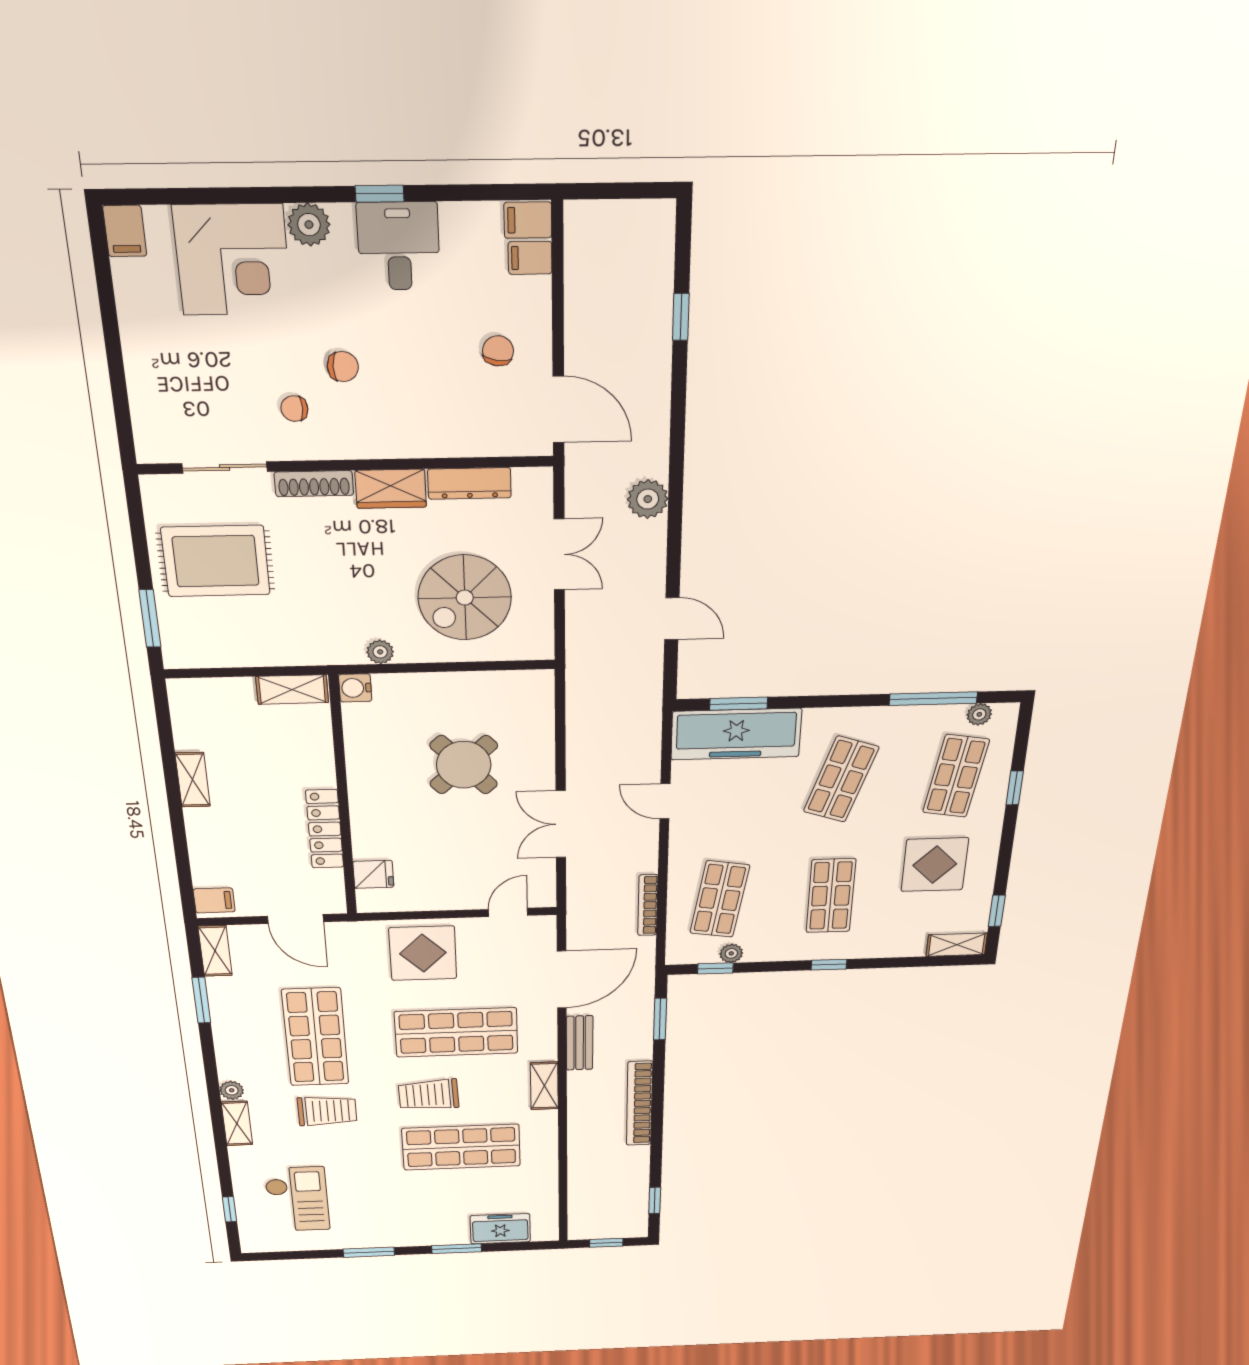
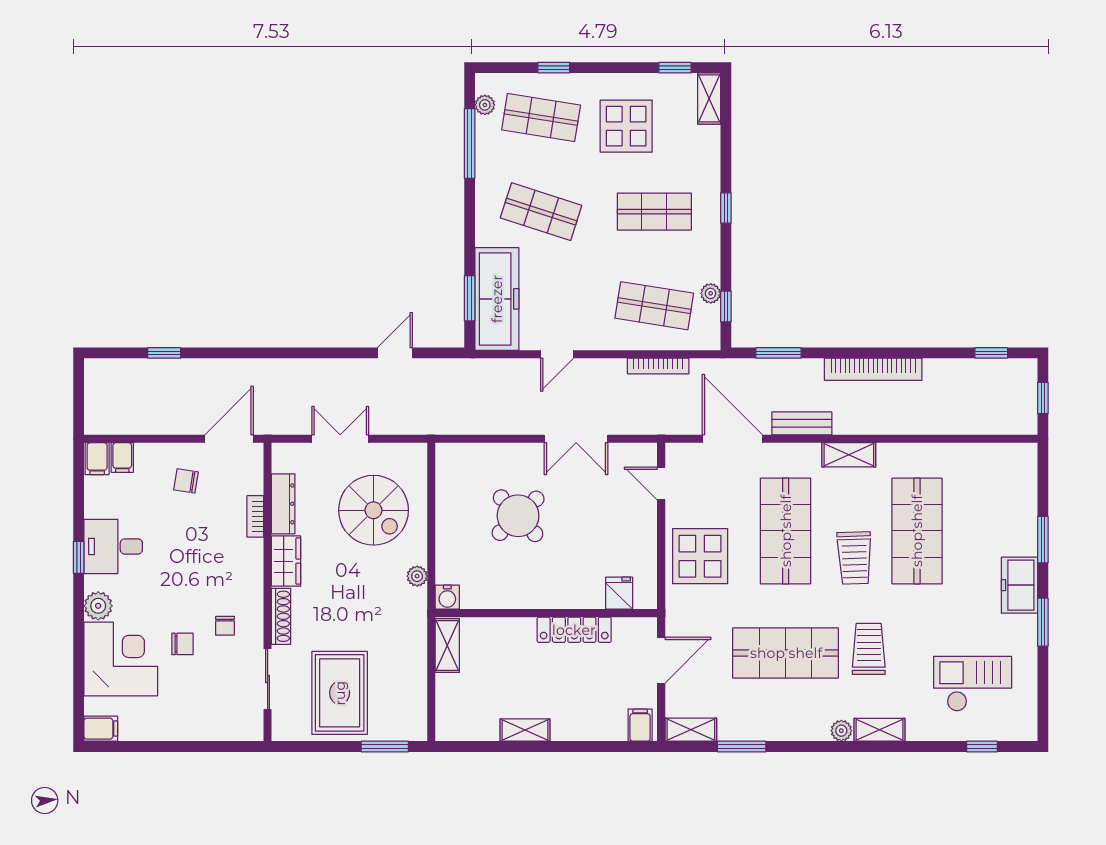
chair: (343, 367) -> (183, 644), moved, turned 90
bookcase: (451, 447) -> (255, 516), added
plant: (648, 499) -> (298, 373), removed
freezer: (500, 1229) -> (1019, 585), moved

